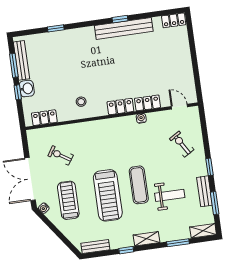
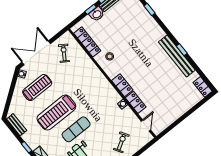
locker: (44, 118) -> (87, 42), width x1.53
exercise bike: (61, 155) -> (64, 53), moved

